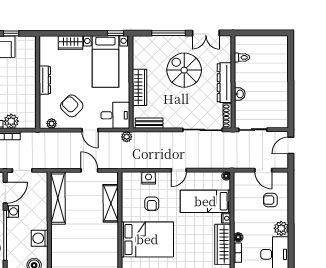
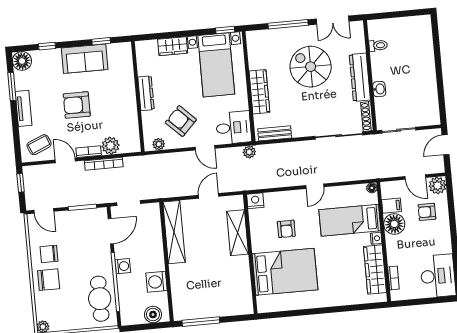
door: (89, 170) -> (209, 196), hinge flipped
nightstand: (149, 178) -> (255, 201), moved
filing cabinet: (241, 192) -> (391, 206), added
washing machine: (13, 211) -> (123, 266), moved
plant: (281, 228) -> (437, 186), moved
floor lamp: (238, 237) -> (394, 224), moved, width x1.89, depth x1.89

